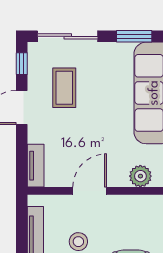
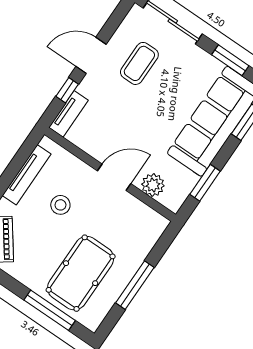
window: (22, 64) -> (67, 90), moved
door: (90, 191) -> (114, 177), moved

